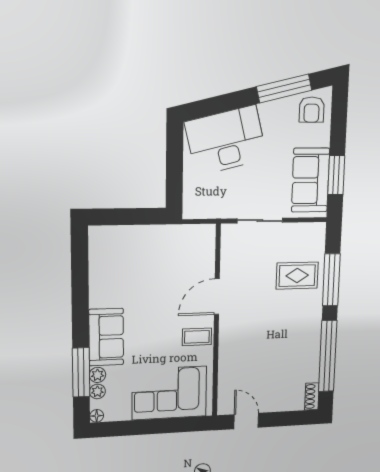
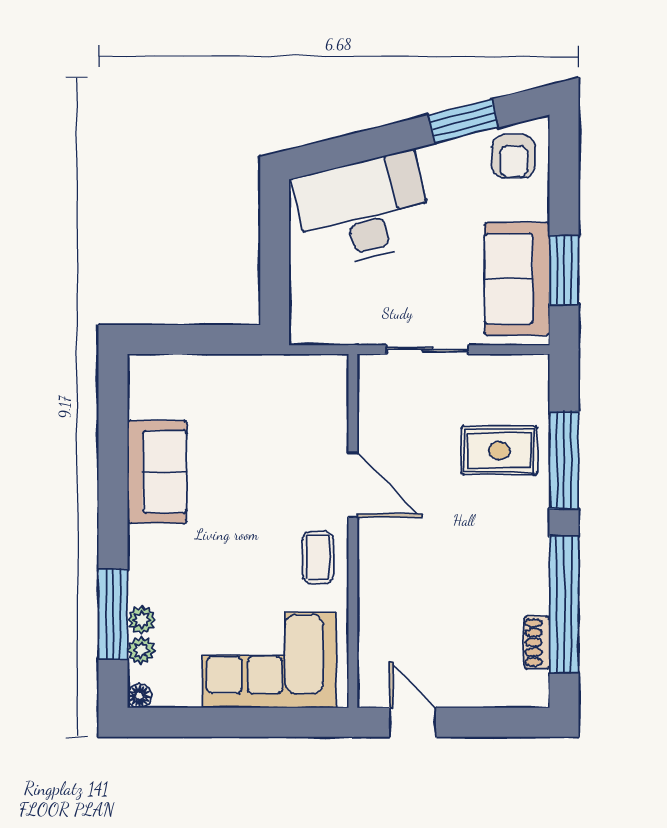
window: (284, 88) -> (463, 121), width x0.69
door: (217, 297) -> (353, 485), swing flipped
sofa: (106, 337) -> (157, 472), moved
coffee table: (197, 337) -> (318, 558), turned 90
shoe rack: (312, 396) -> (537, 642), moved

